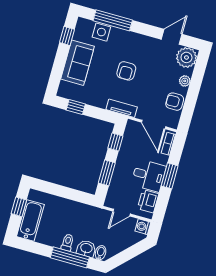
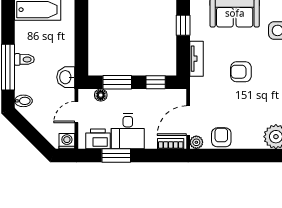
plant: (185, 81) -> (196, 142), moved
tv unit: (122, 108) -> (196, 59), moved
window: (170, 176) -> (116, 156), moved
floor lamp: (113, 189) -> (101, 95), added
door: (122, 213) -> (76, 112), hinge flipped
washbasin: (86, 249) -> (66, 77), moved, turned 180

